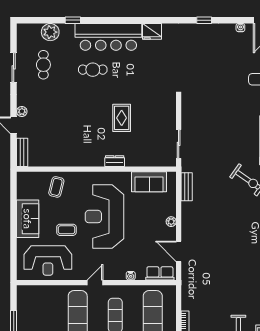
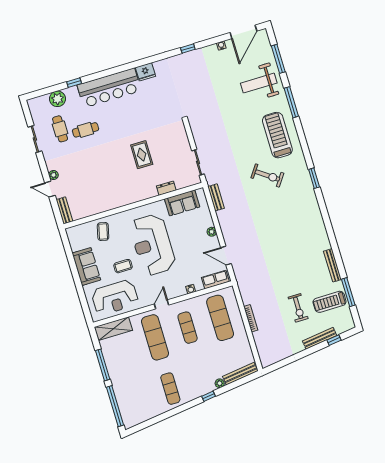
cafe table: (93, 70) -> (86, 130), moved
dresser: (115, 161) -> (166, 188), moved
shelving: (36, 293) -> (113, 329), added

